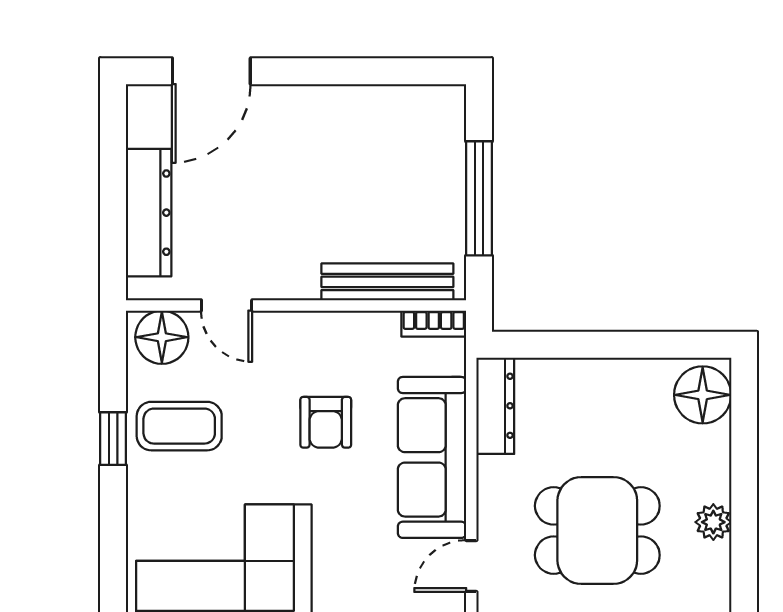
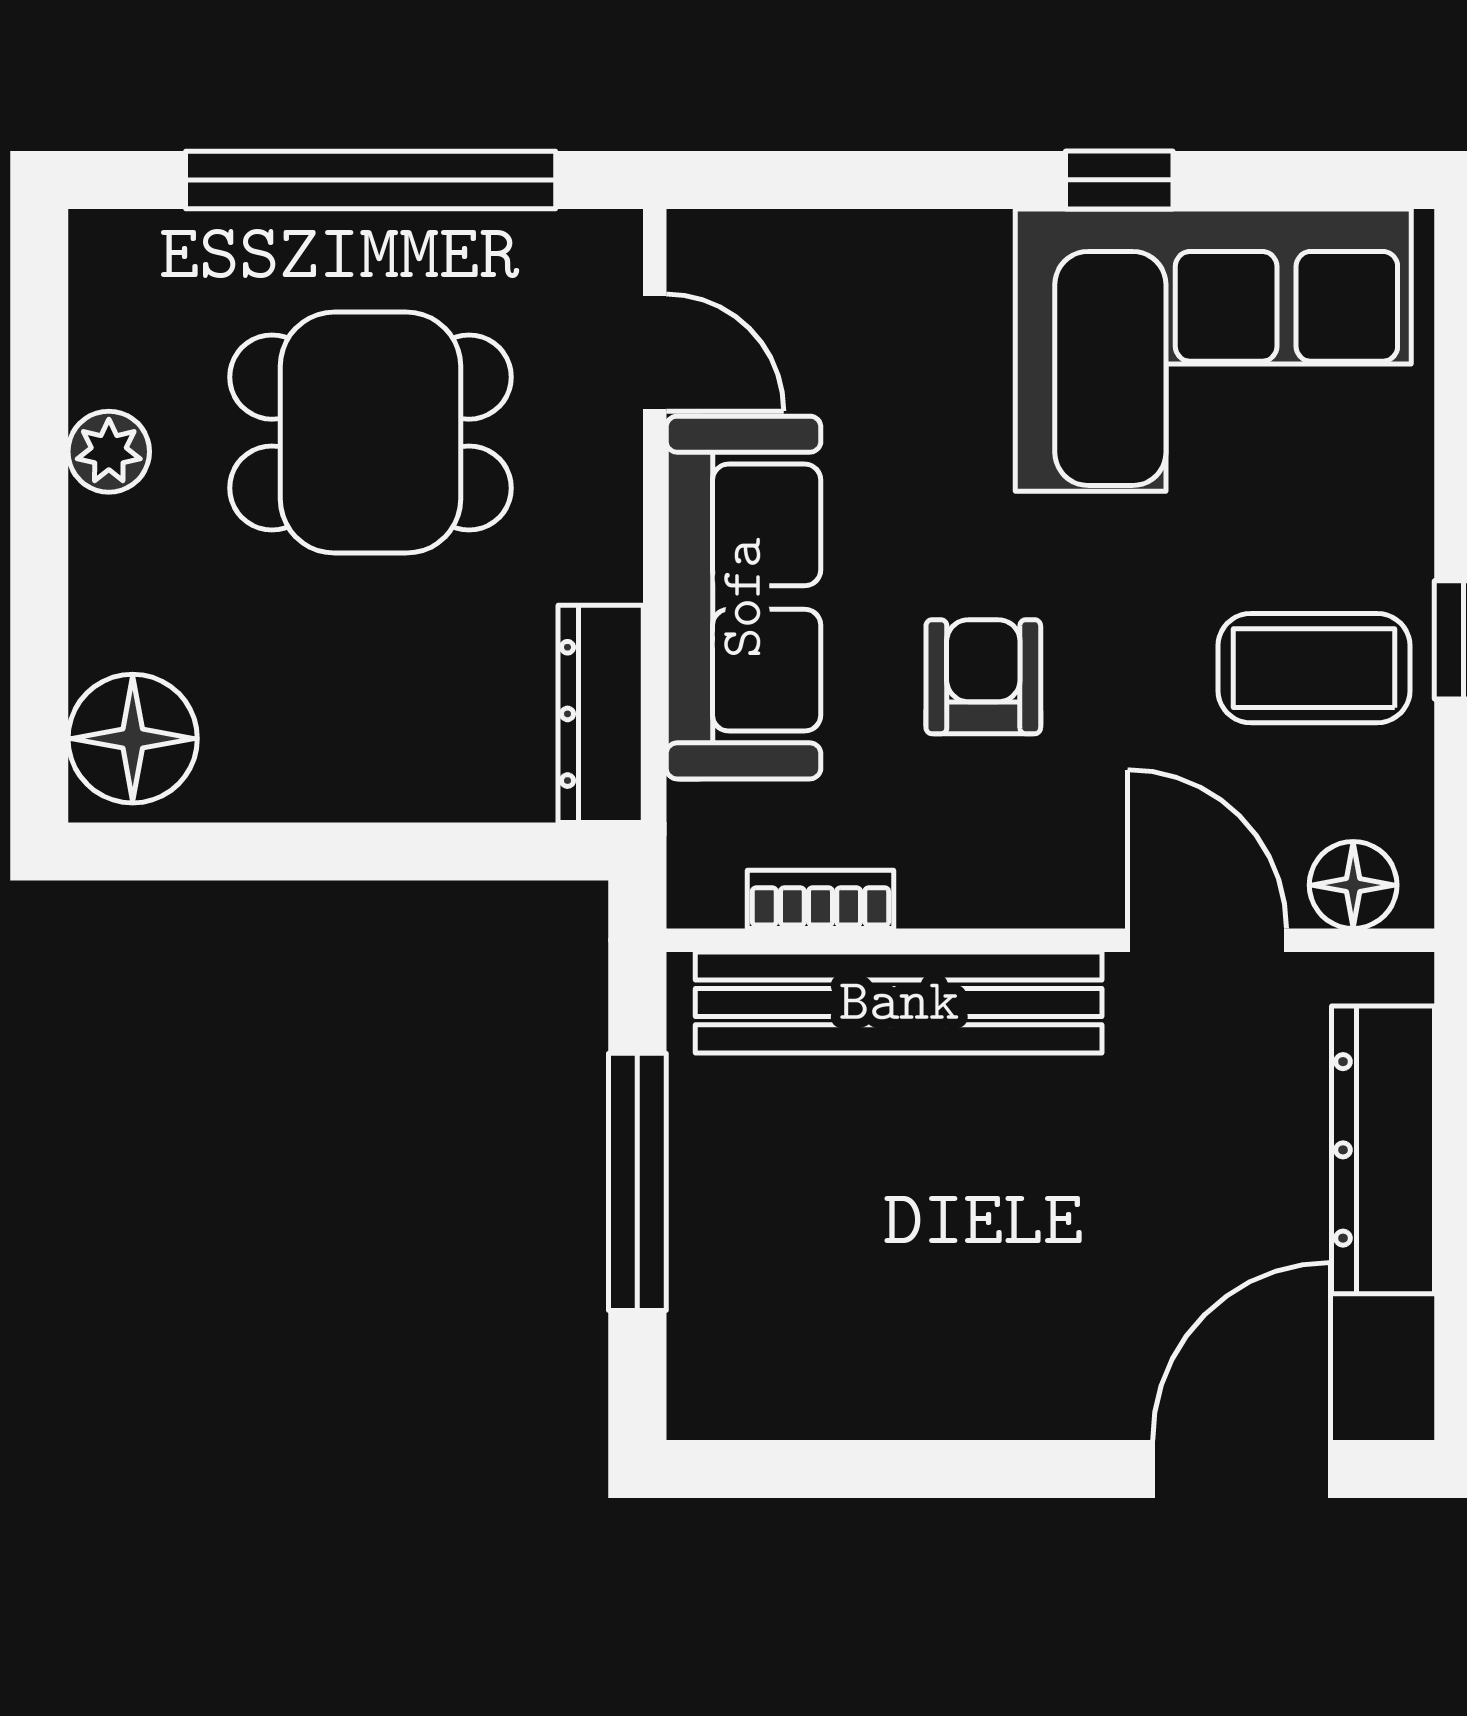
bench: (387, 282) -> (899, 1002), width x1.37, depth x1.21
door: (227, 305) -> (1207, 940), width x1.37
bookcase: (434, 324) -> (820, 899), moved
floor lamp: (162, 337) -> (1353, 885), width x0.73, depth x0.73
door: (471, 566) -> (655, 352), hinge flipped

